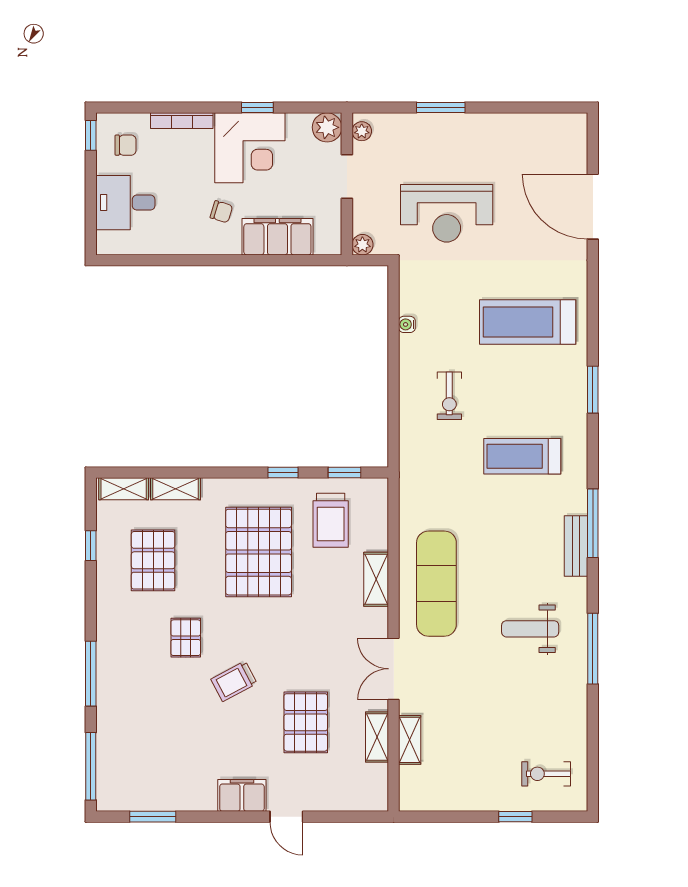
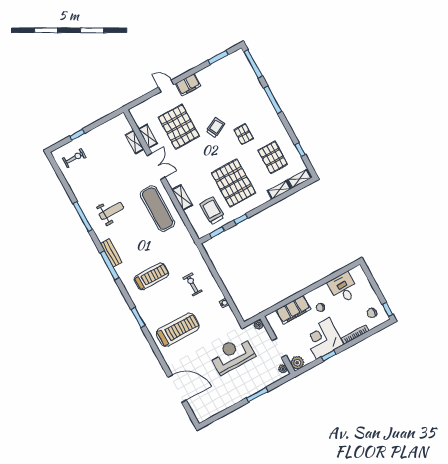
desk: (125, 203) -> (343, 288), moved, turned -90
pallet: (306, 722) -> (179, 127), width x1.37, depth x1.41

